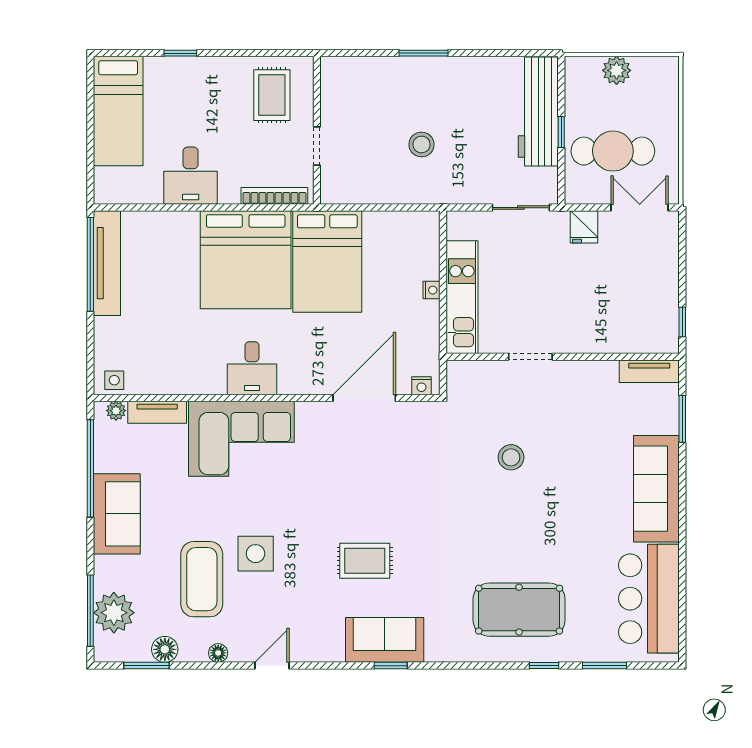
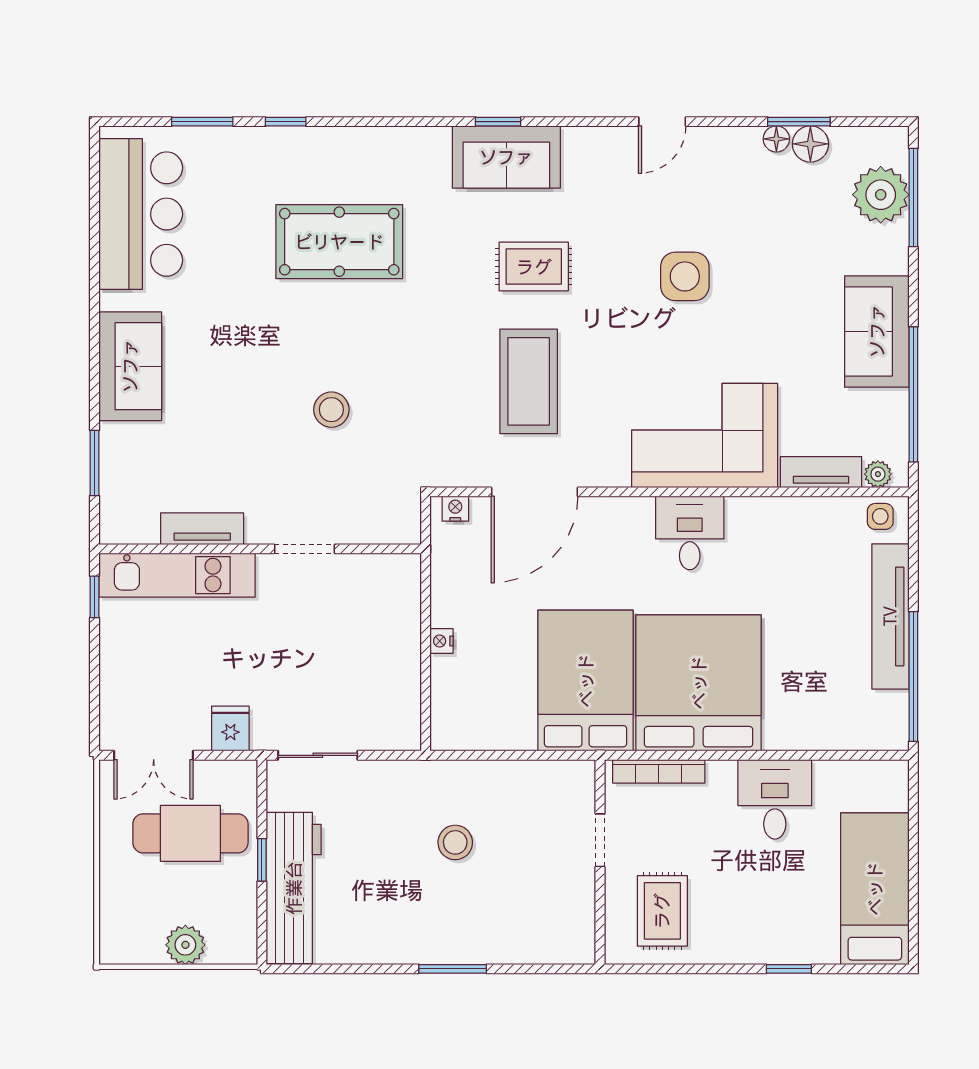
tv unit: (107, 263) -> (890, 616), moved
kitchen unit: (462, 297) -> (177, 575), moved, turned -90
tv unit: (649, 371) -> (202, 529), moved
sofa: (656, 489) -> (130, 366), width x0.73
coffee table: (202, 579) -> (529, 381), moved
pool table: (519, 610) -> (339, 242), moved
floor lamp: (218, 653) -> (776, 139), moved
window: (146, 666) -> (799, 122), moved

